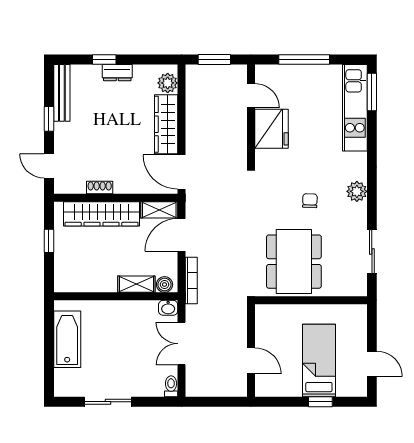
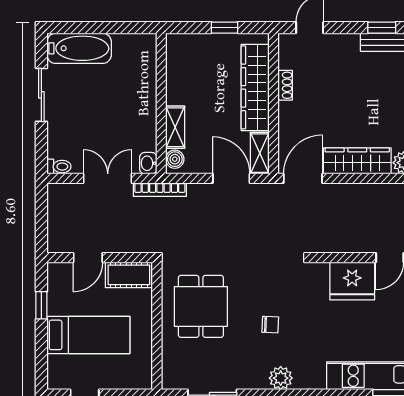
window: (49, 119) -> (382, 28), moved
dining table: (294, 262) -> (201, 306), width x0.73
bookcase: (191, 281) -> (160, 190), moved
cot: (266, 325) -> (129, 275), added
bathtub: (67, 339) -> (79, 48), moved
window: (320, 402) -> (41, 305), moved

